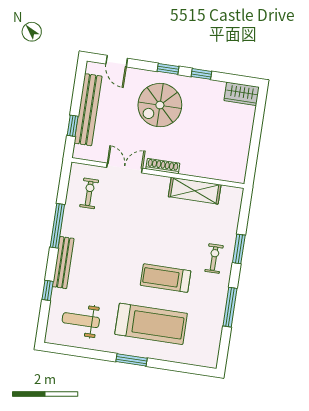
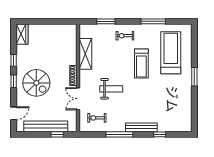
window: (239, 249) -> (106, 21), moved
weight bench: (81, 320) -> (111, 89), moved, turned -90
treadmill: (151, 324) -> (171, 53), moved

